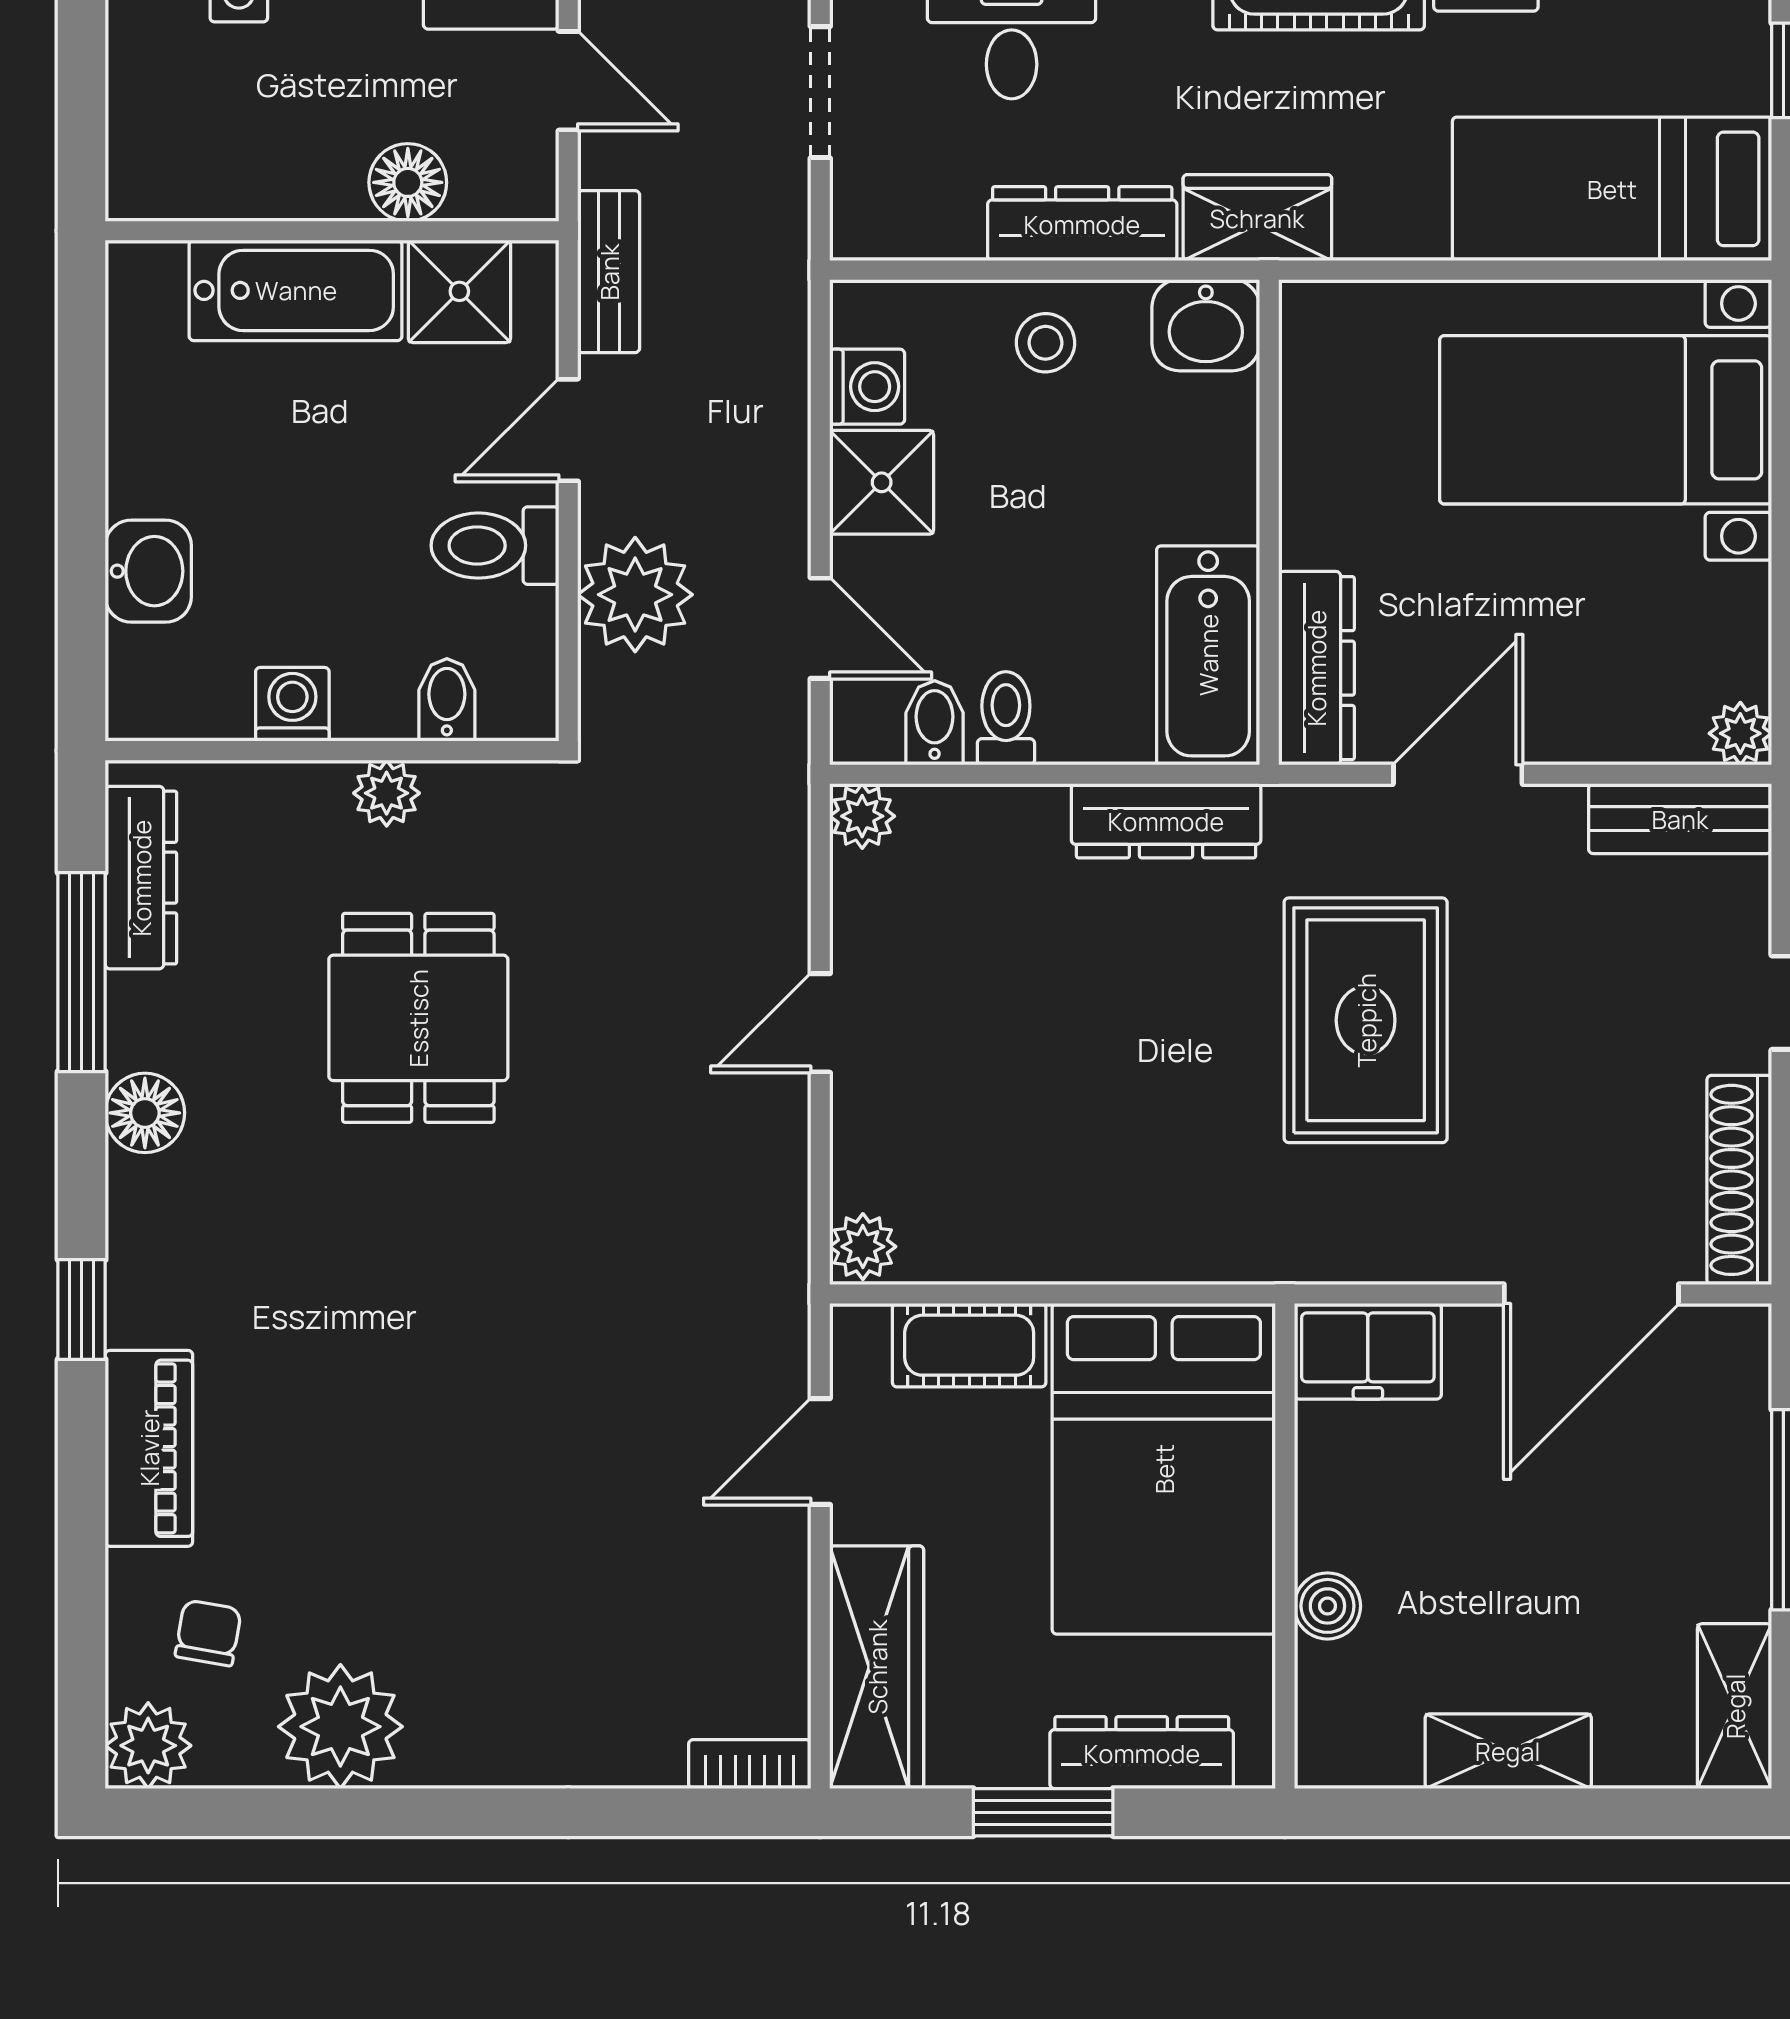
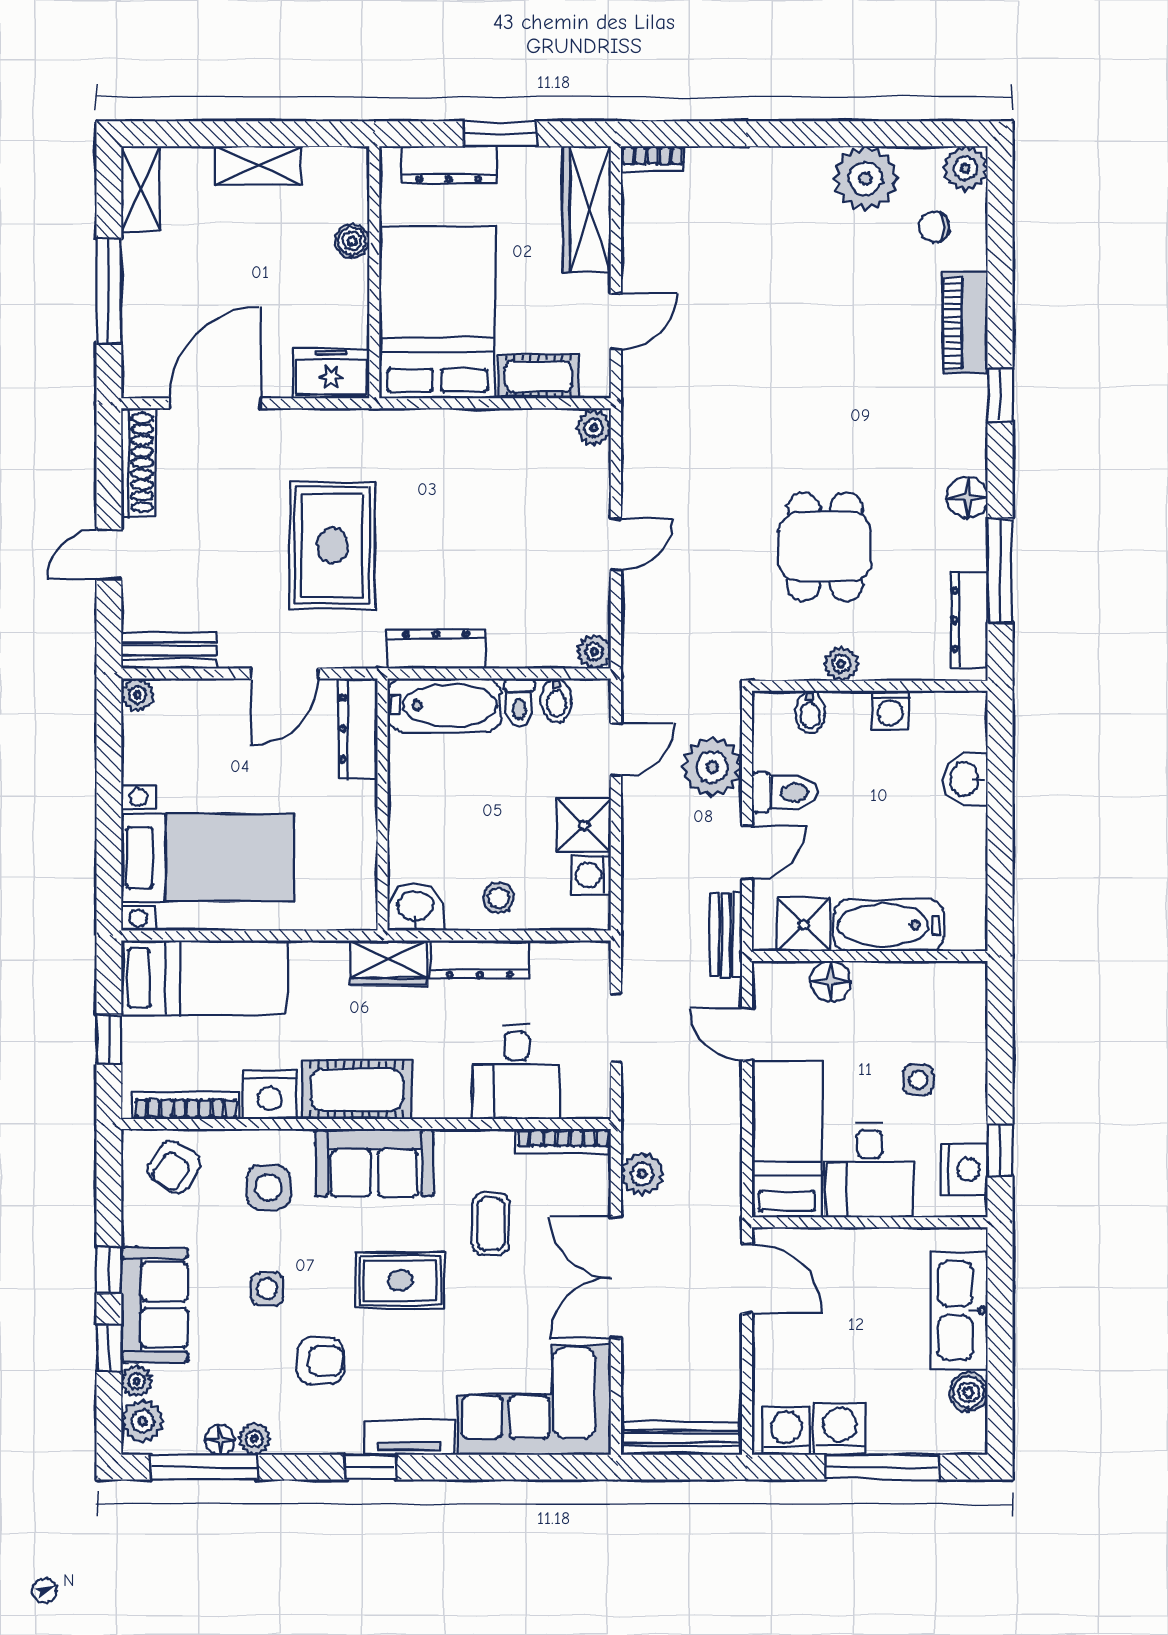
door: (820, 628) -> (616, 749), swing flipped
bathtub: (1208, 655) -> (444, 705), moved, turned 90
chair: (208, 1633) -> (934, 227), turned 80

